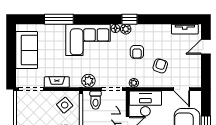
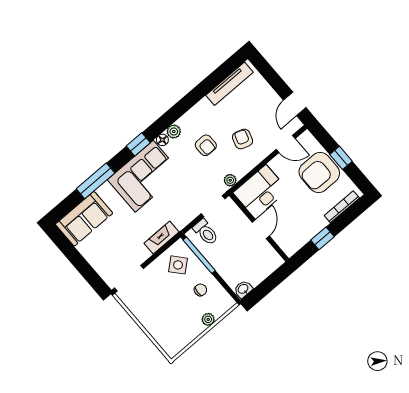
window: (129, 19) -> (138, 144), moved
tv unit: (185, 29) -> (230, 84), width x1.41
door: (206, 47) -> (295, 104), moved
sofa: (27, 50) -> (84, 219), moved, turned 90
plant: (88, 81) -> (181, 218), removed
fireplace: (57, 82) -> (161, 238), moved

